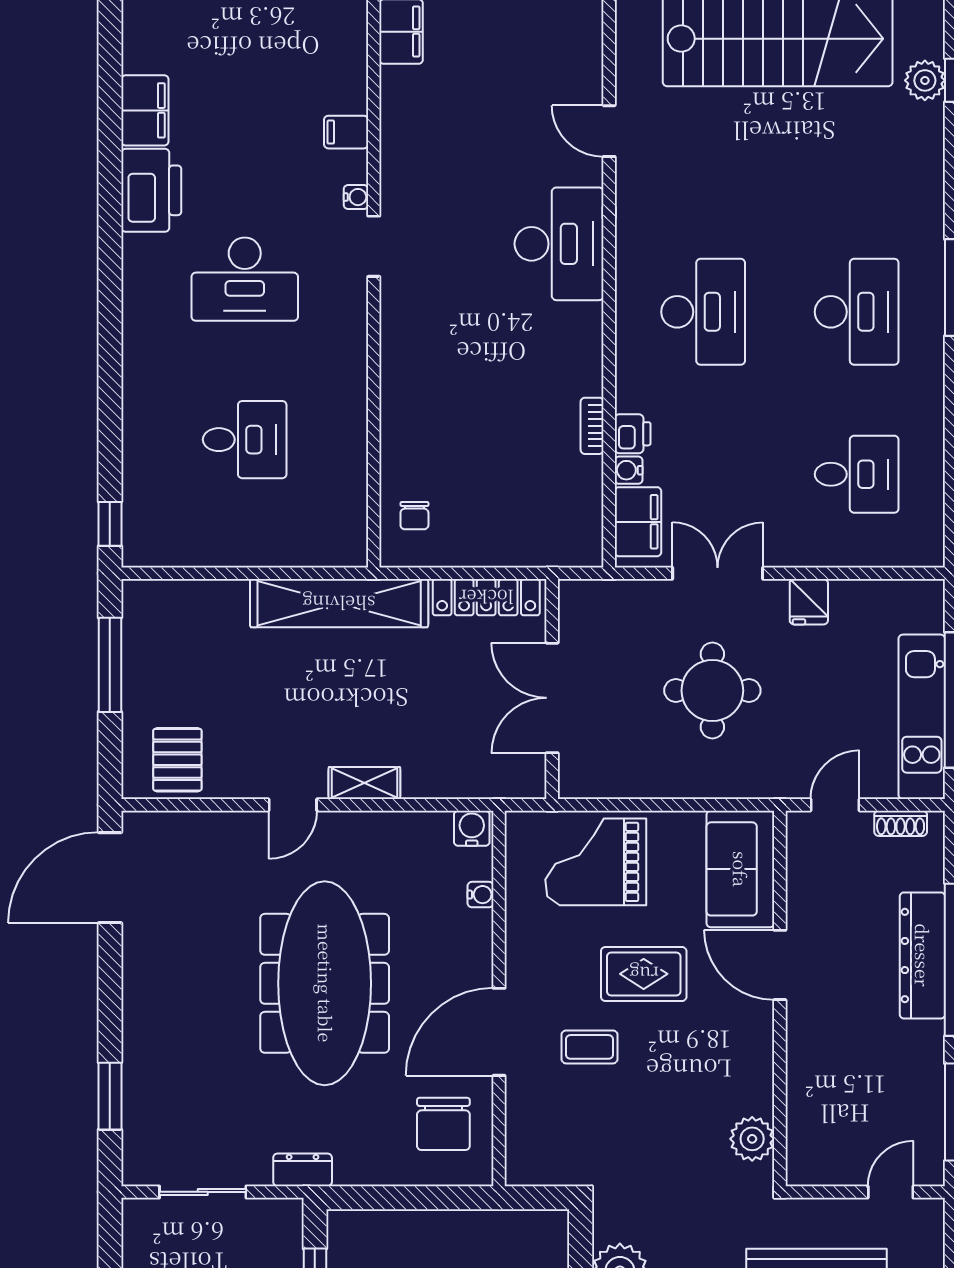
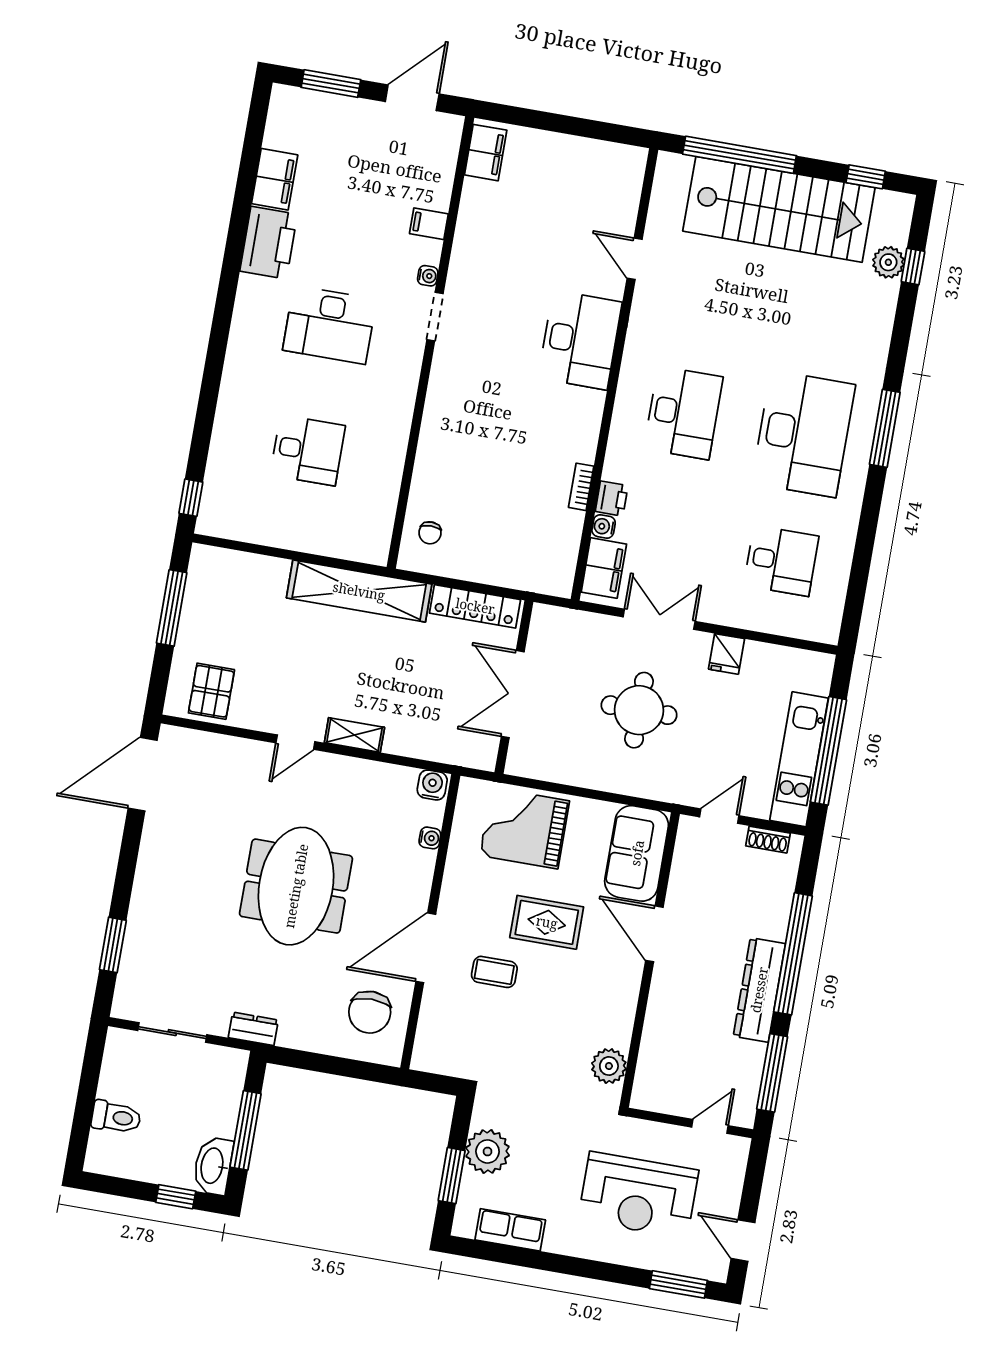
desk: (857, 312) -> (803, 434), width x1.36, depth x1.30
dresser: (922, 955) -> (759, 990), moved
meeting table: (325, 983) -> (296, 886), width x0.73

